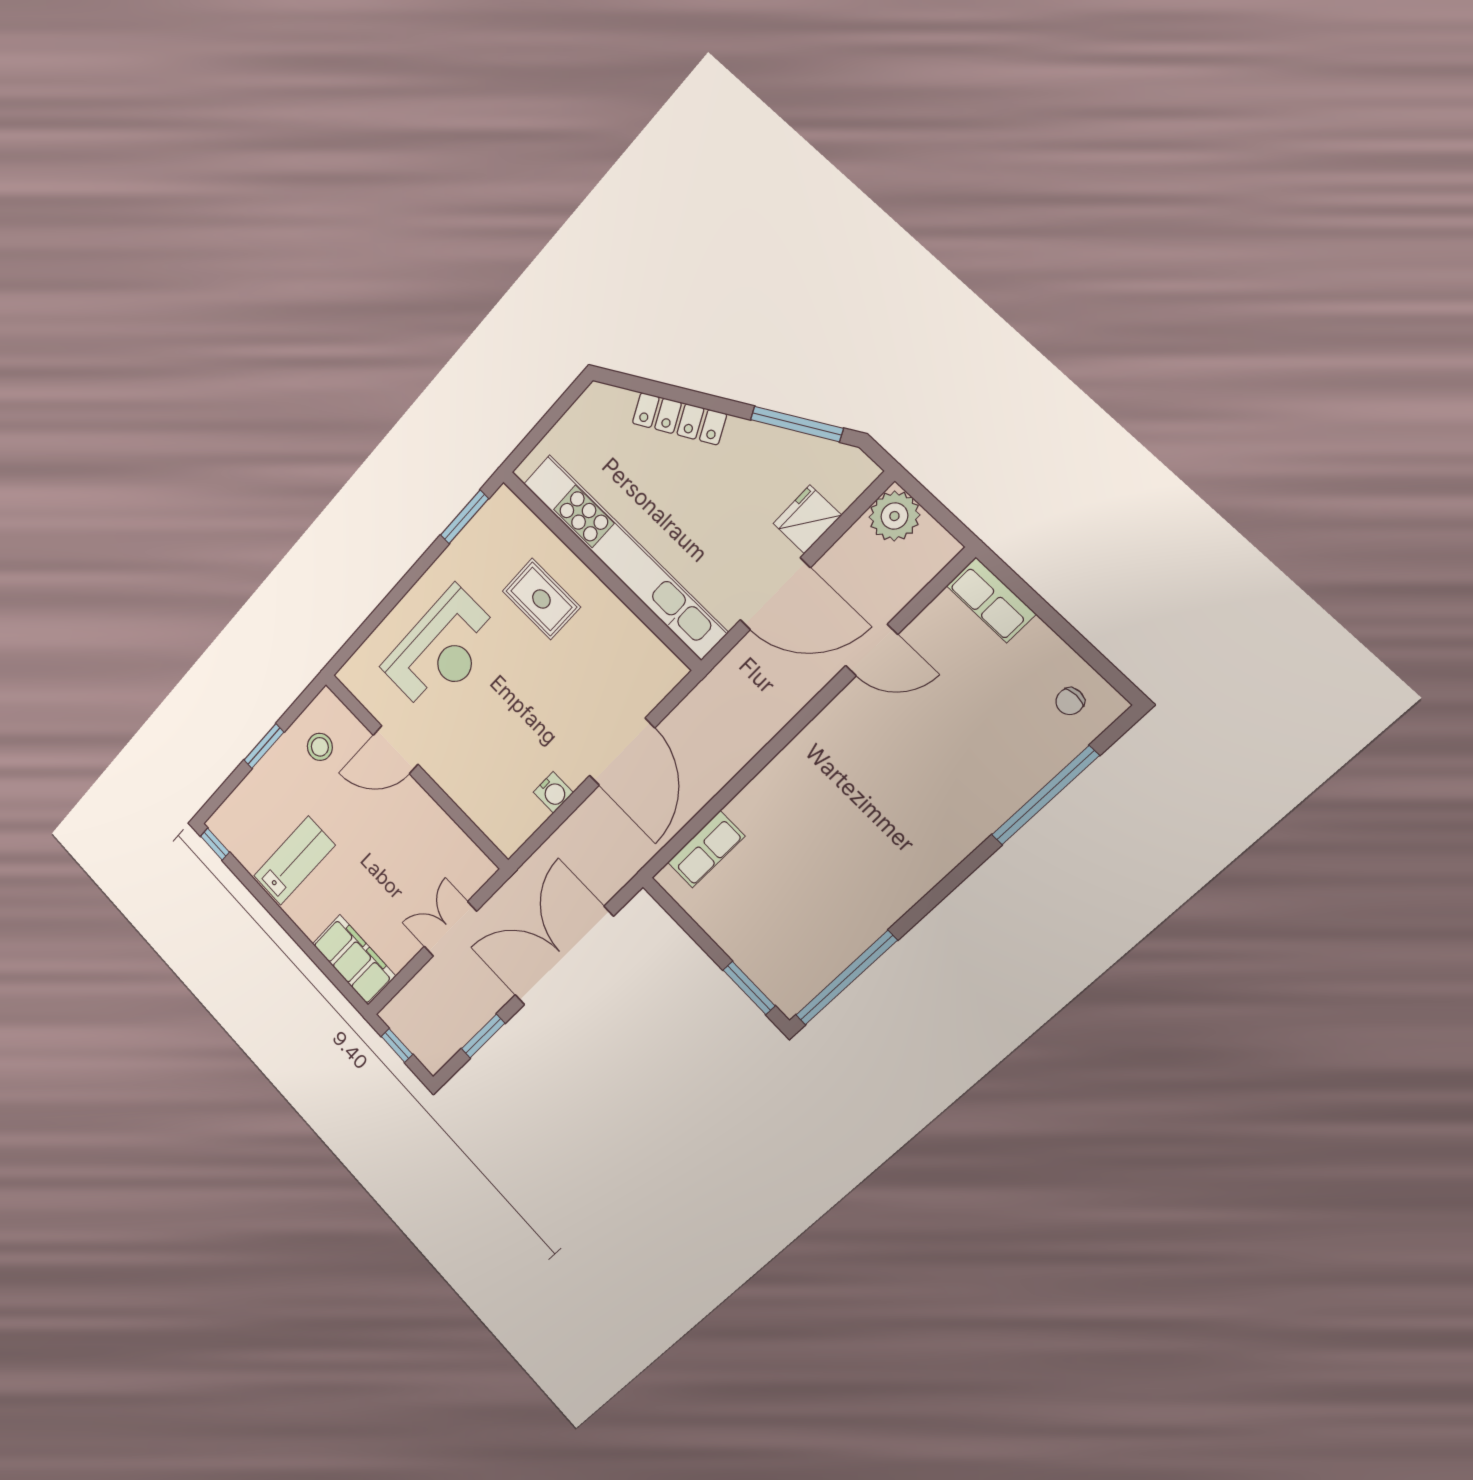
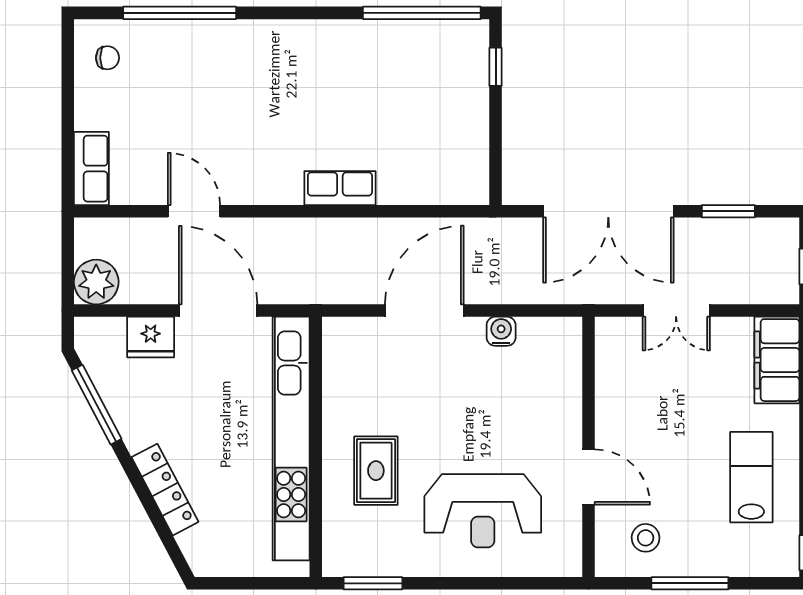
reception desk: (442, 650) -> (483, 511), turned 180
window: (264, 746) -> (690, 583), width x1.44
row of seats: (706, 849) -> (340, 188), moved
lab bench: (294, 861) -> (751, 477), turned 90
window: (749, 988) -> (496, 67), width x0.67

